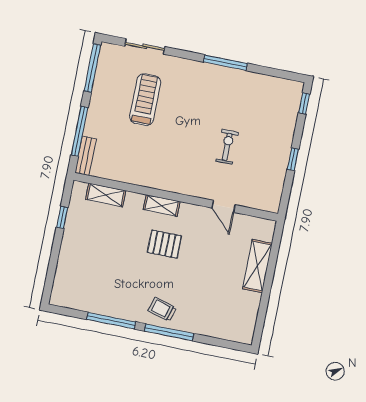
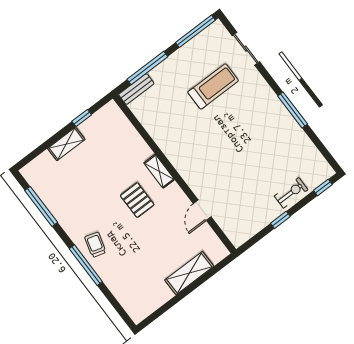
exercise bike: (227, 147) -> (291, 193), moved
shelving: (106, 195) -> (66, 144), moved, turned 90
window: (111, 321) -> (41, 206), moved

